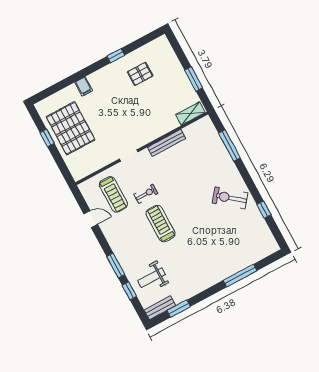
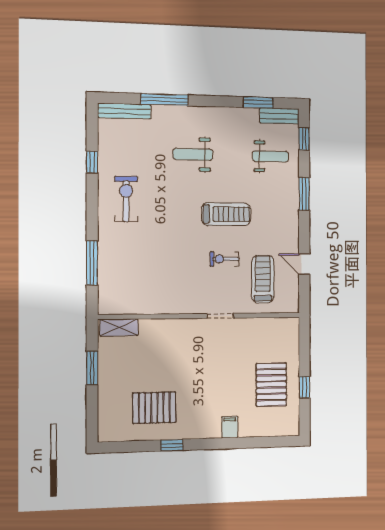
pallet: (140, 74) -> (154, 408), width x1.50, depth x1.42
pallet: (71, 128) -> (271, 385), width x0.73, depth x0.71
bench: (167, 143) -> (124, 111), moved
exercise bike: (230, 198) -> (126, 199), turned -129
treadmill: (161, 224) -> (226, 214), turned -90
weight bench: (203, 250) -> (193, 154), added
window: (129, 291) -> (304, 139), moved

